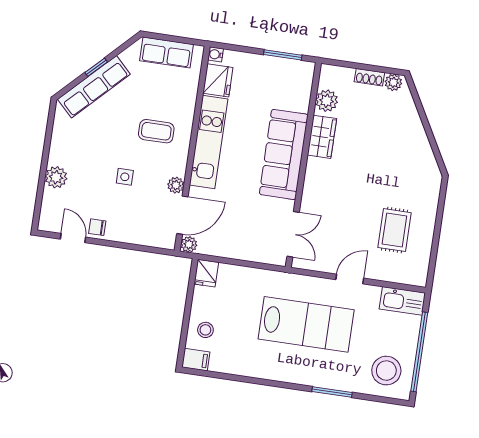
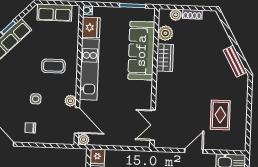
plant: (393, 82) -> (176, 15), moved
bench: (425, 153) -> (235, 61), added
sofa: (284, 154) -> (141, 51), moved
door: (182, 215) -> (77, 120), hinge flipped
chair: (97, 227) -> (30, 128), moved
double door: (293, 234) -> (153, 125), swing flipped

